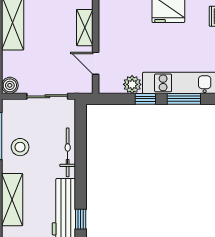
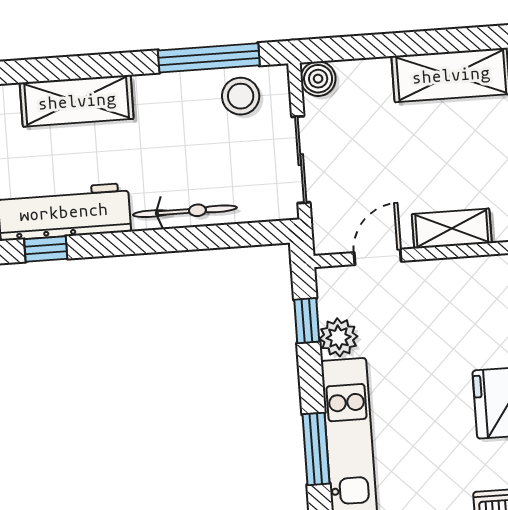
window: (145, 99) -> (307, 321), moved
stool: (20, 147) -> (241, 96), moved

